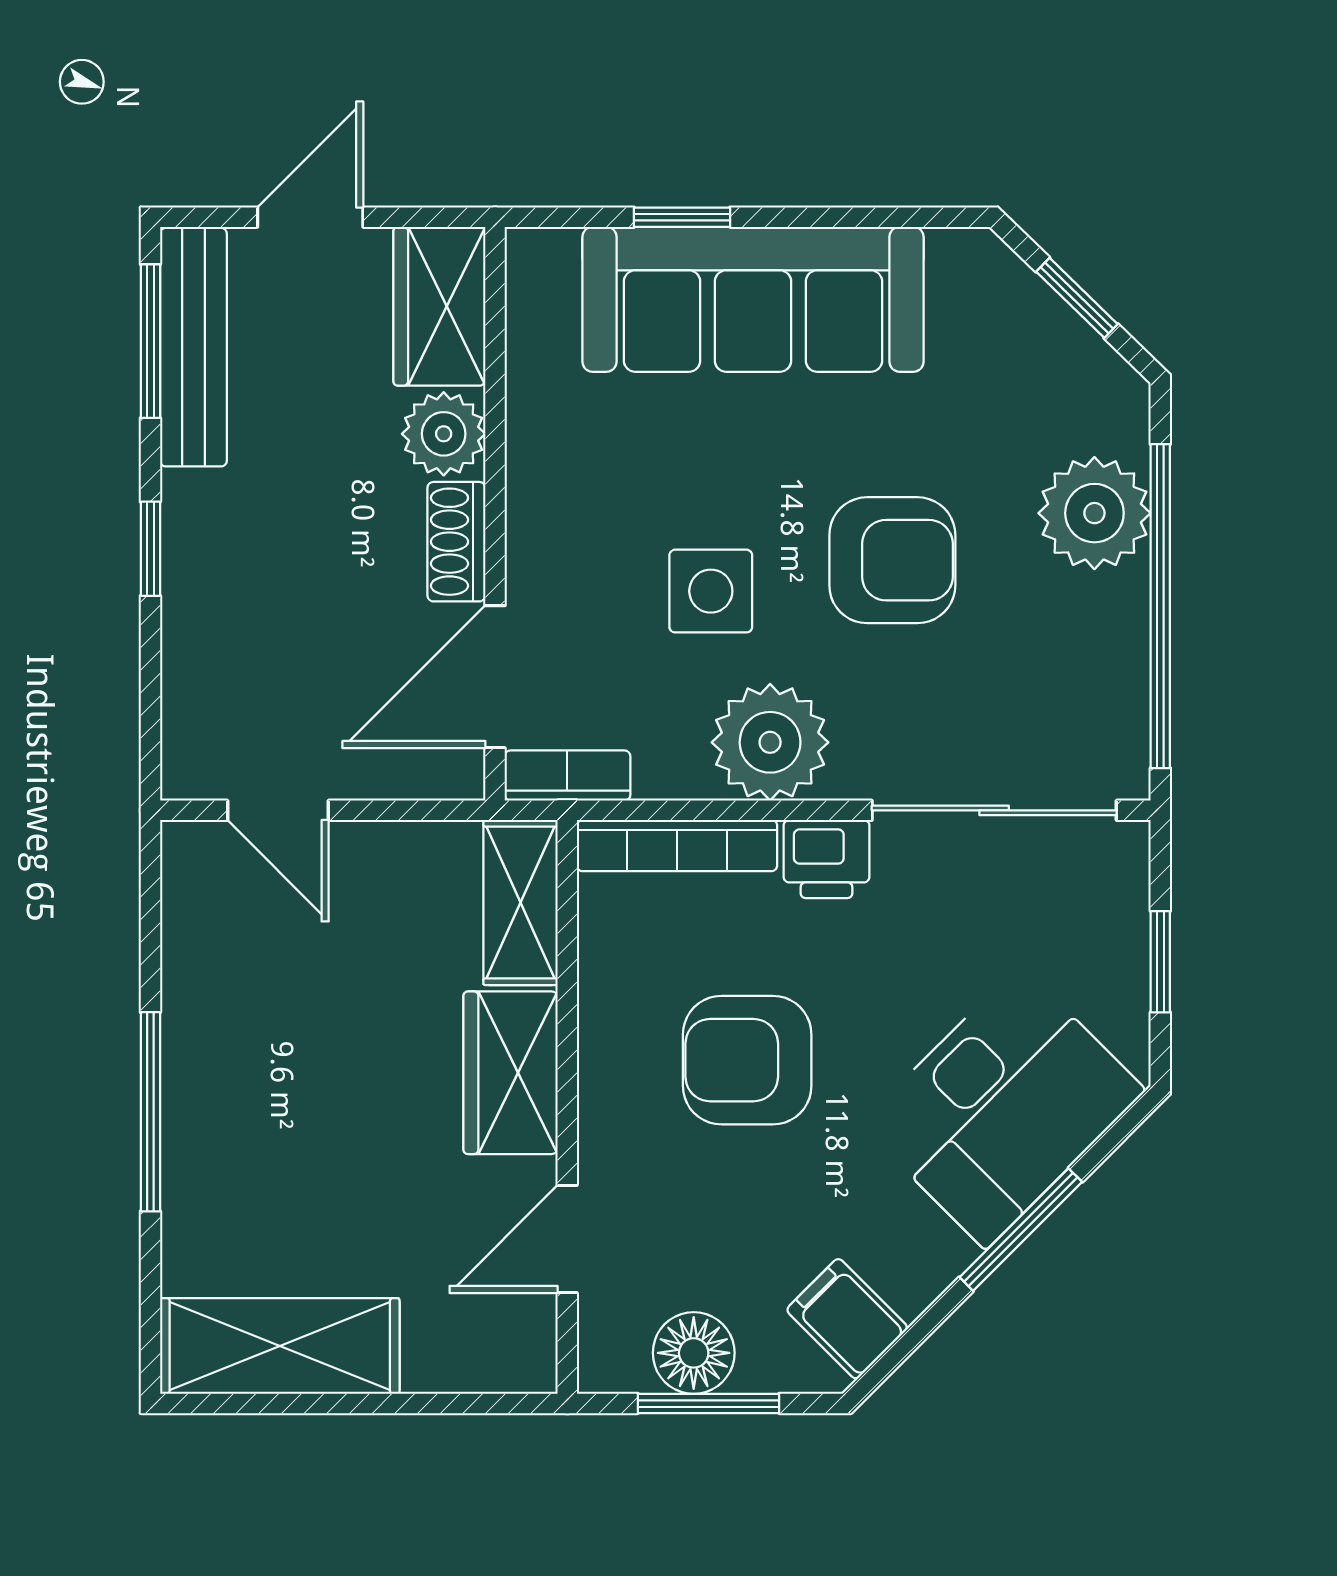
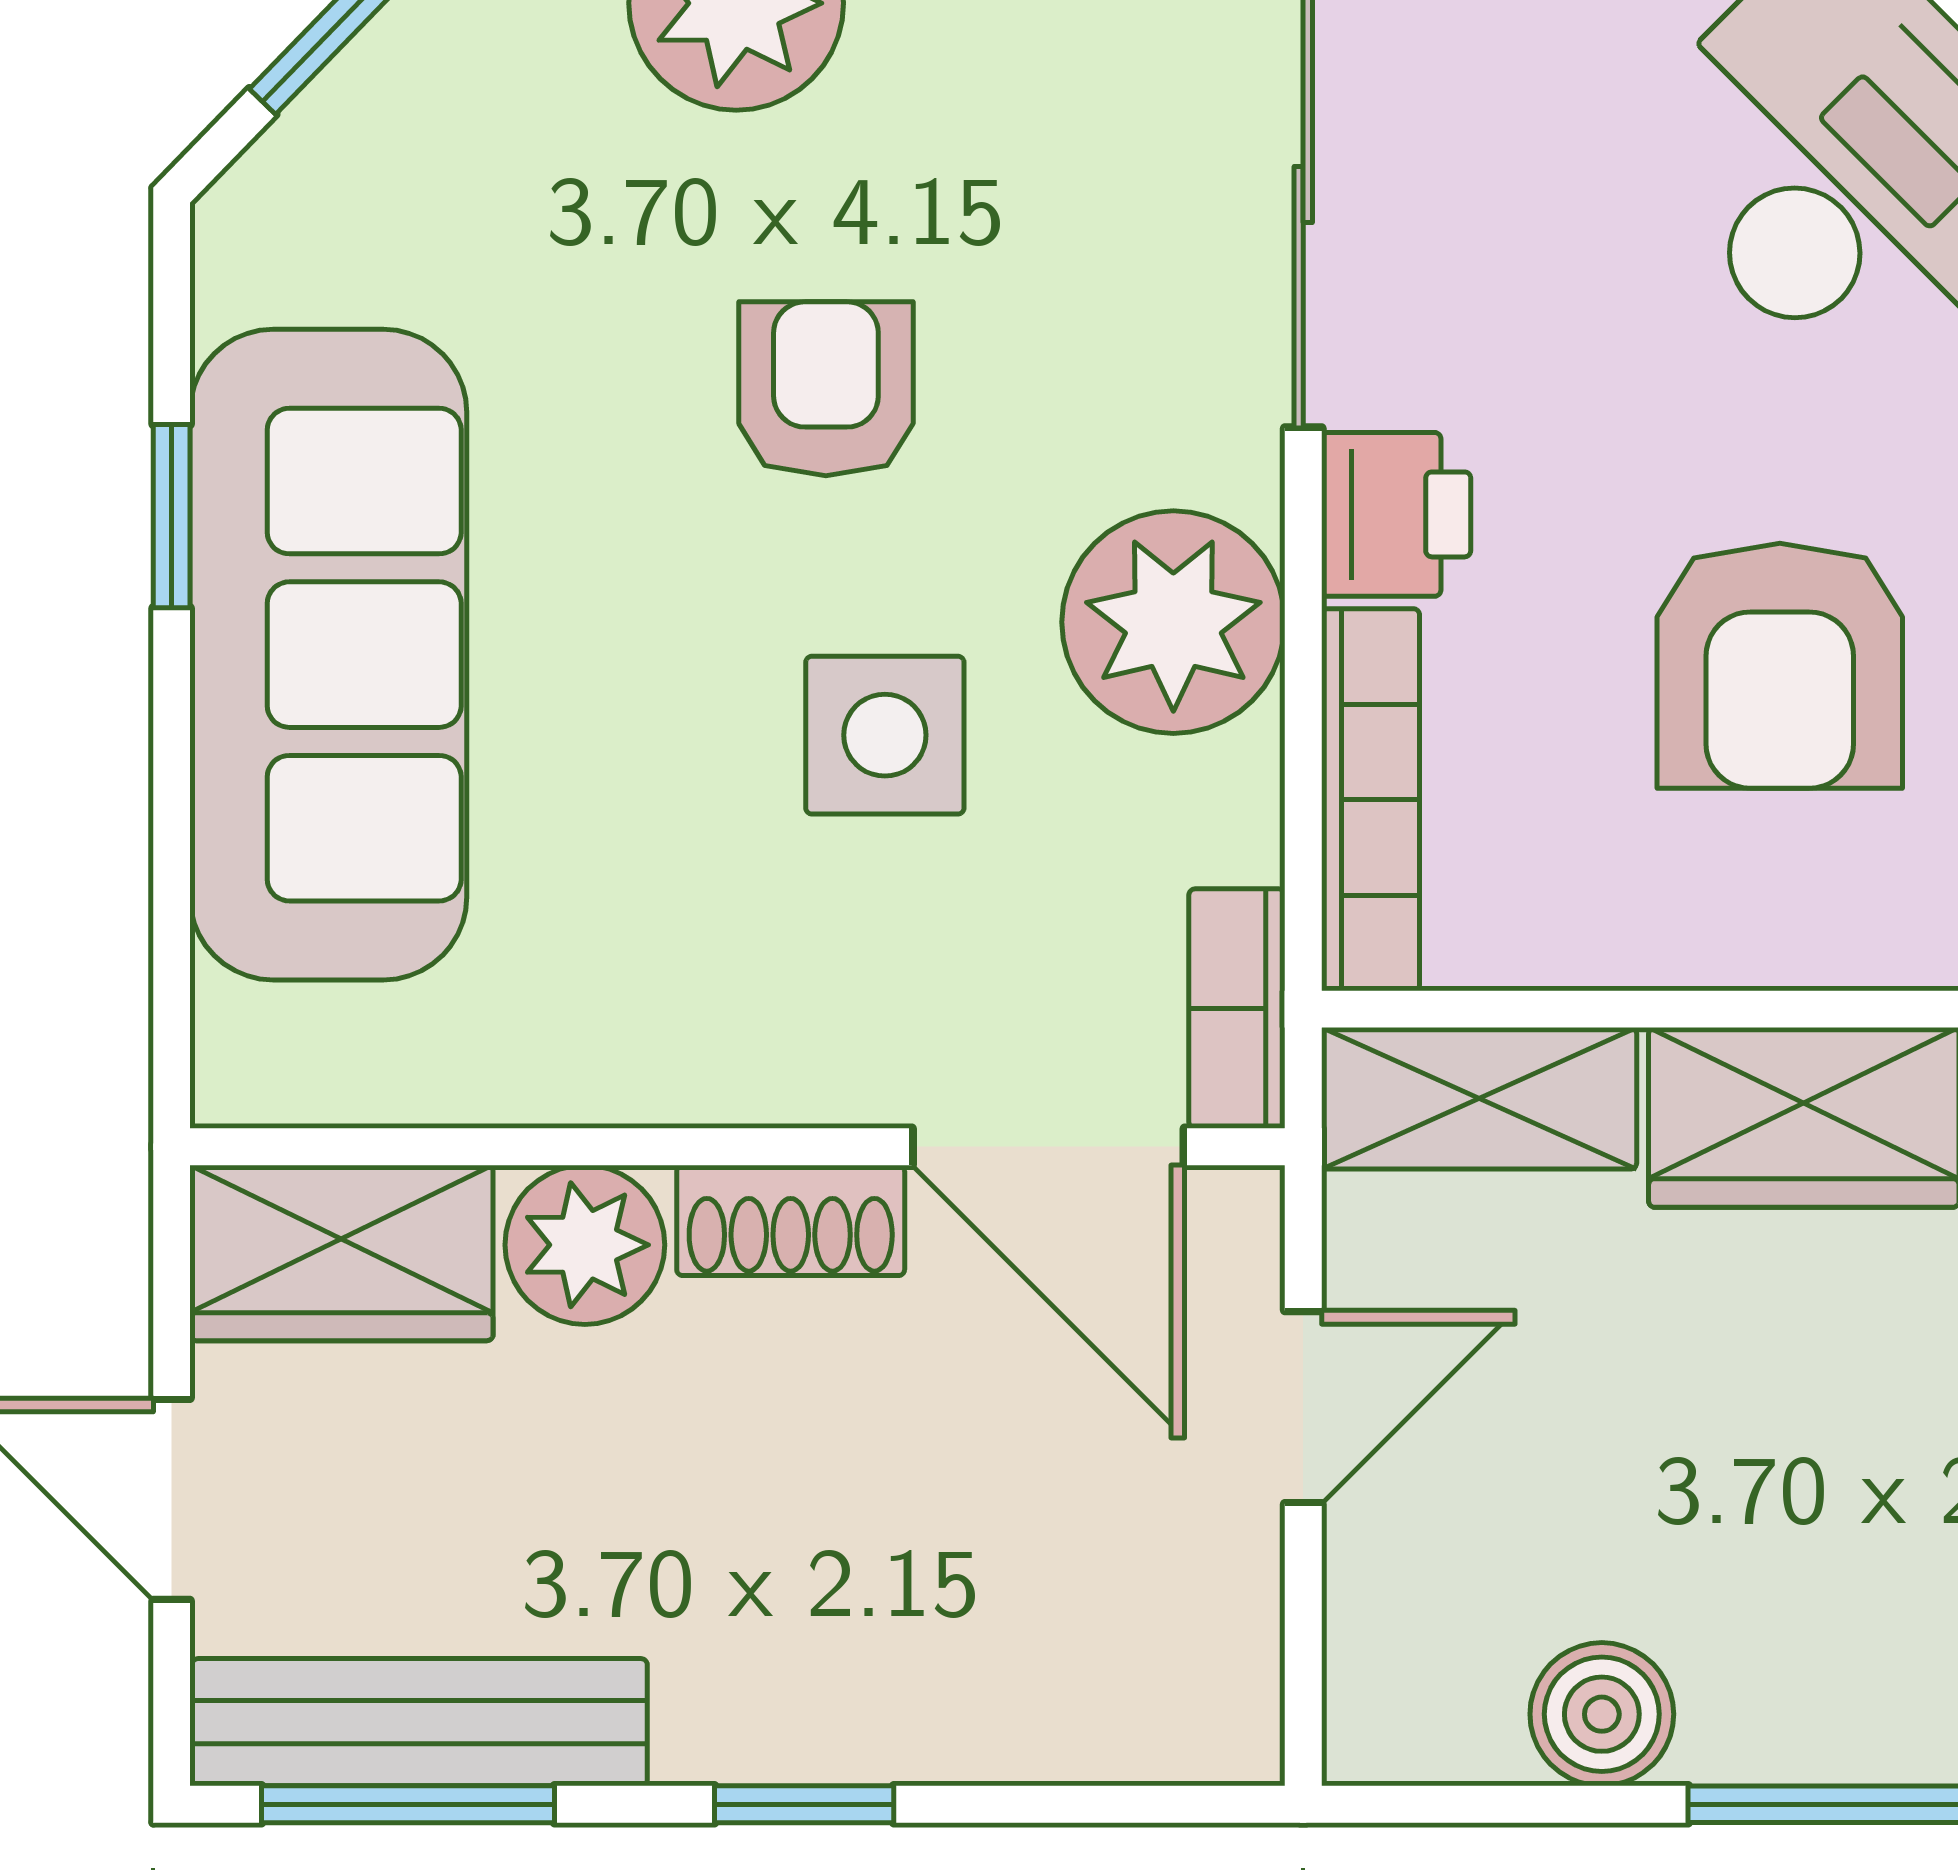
window: (682, 217) -> (172, 516), moved
armchair: (892, 560) -> (826, 389), width x0.72, depth x0.72
door: (278, 810) -> (1303, 1407), moved
boiler: (198, 967) -> (1602, 1714), added

